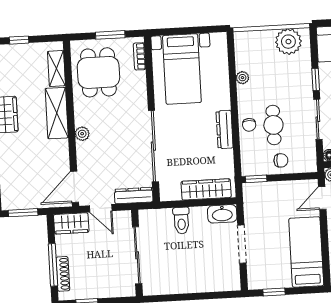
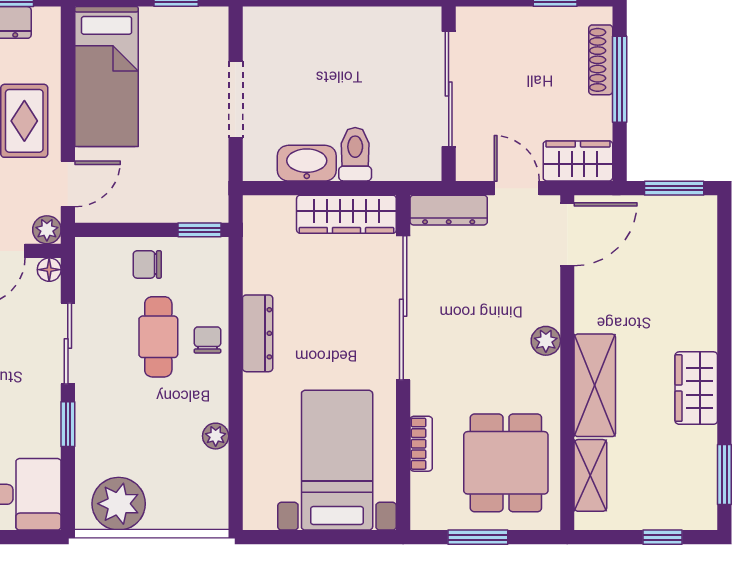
bookcase: (140, 56) -> (421, 444), moved
wardrobe: (206, 189) -> (346, 214), moved
washbasin: (222, 214) -> (307, 163), moved

